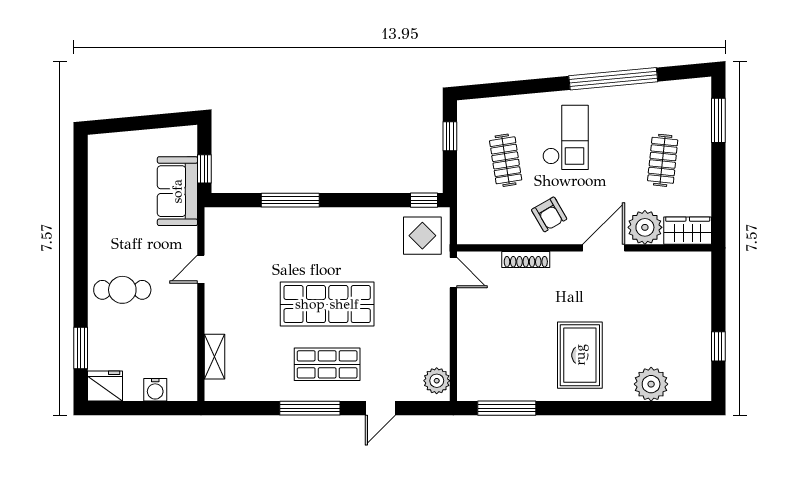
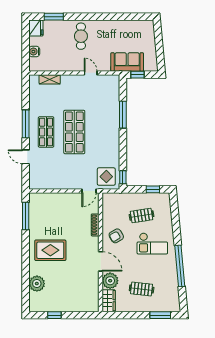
plant: (437, 381) -> (38, 183), removed

